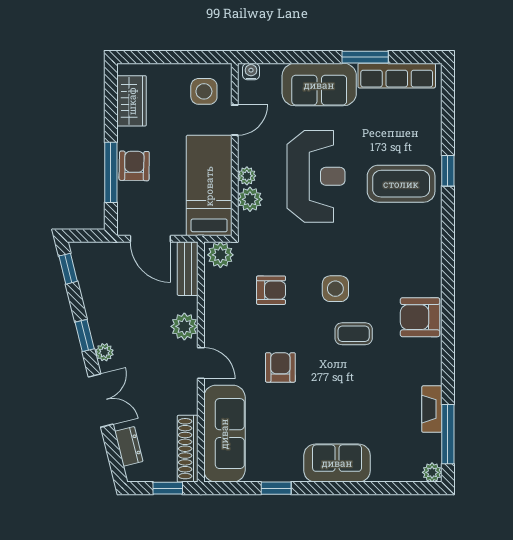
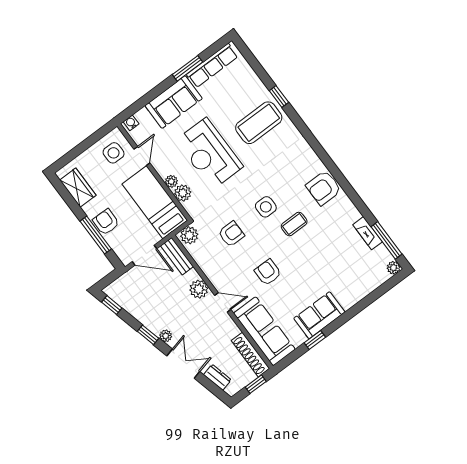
reception desk: (316, 176) -> (209, 153), turned 180
sofa: (337, 463) -> (319, 315), moved

